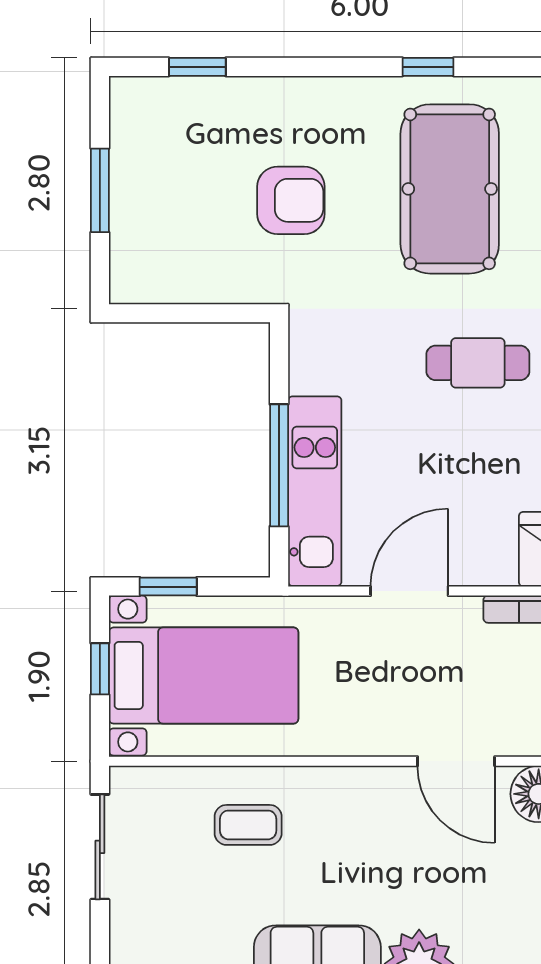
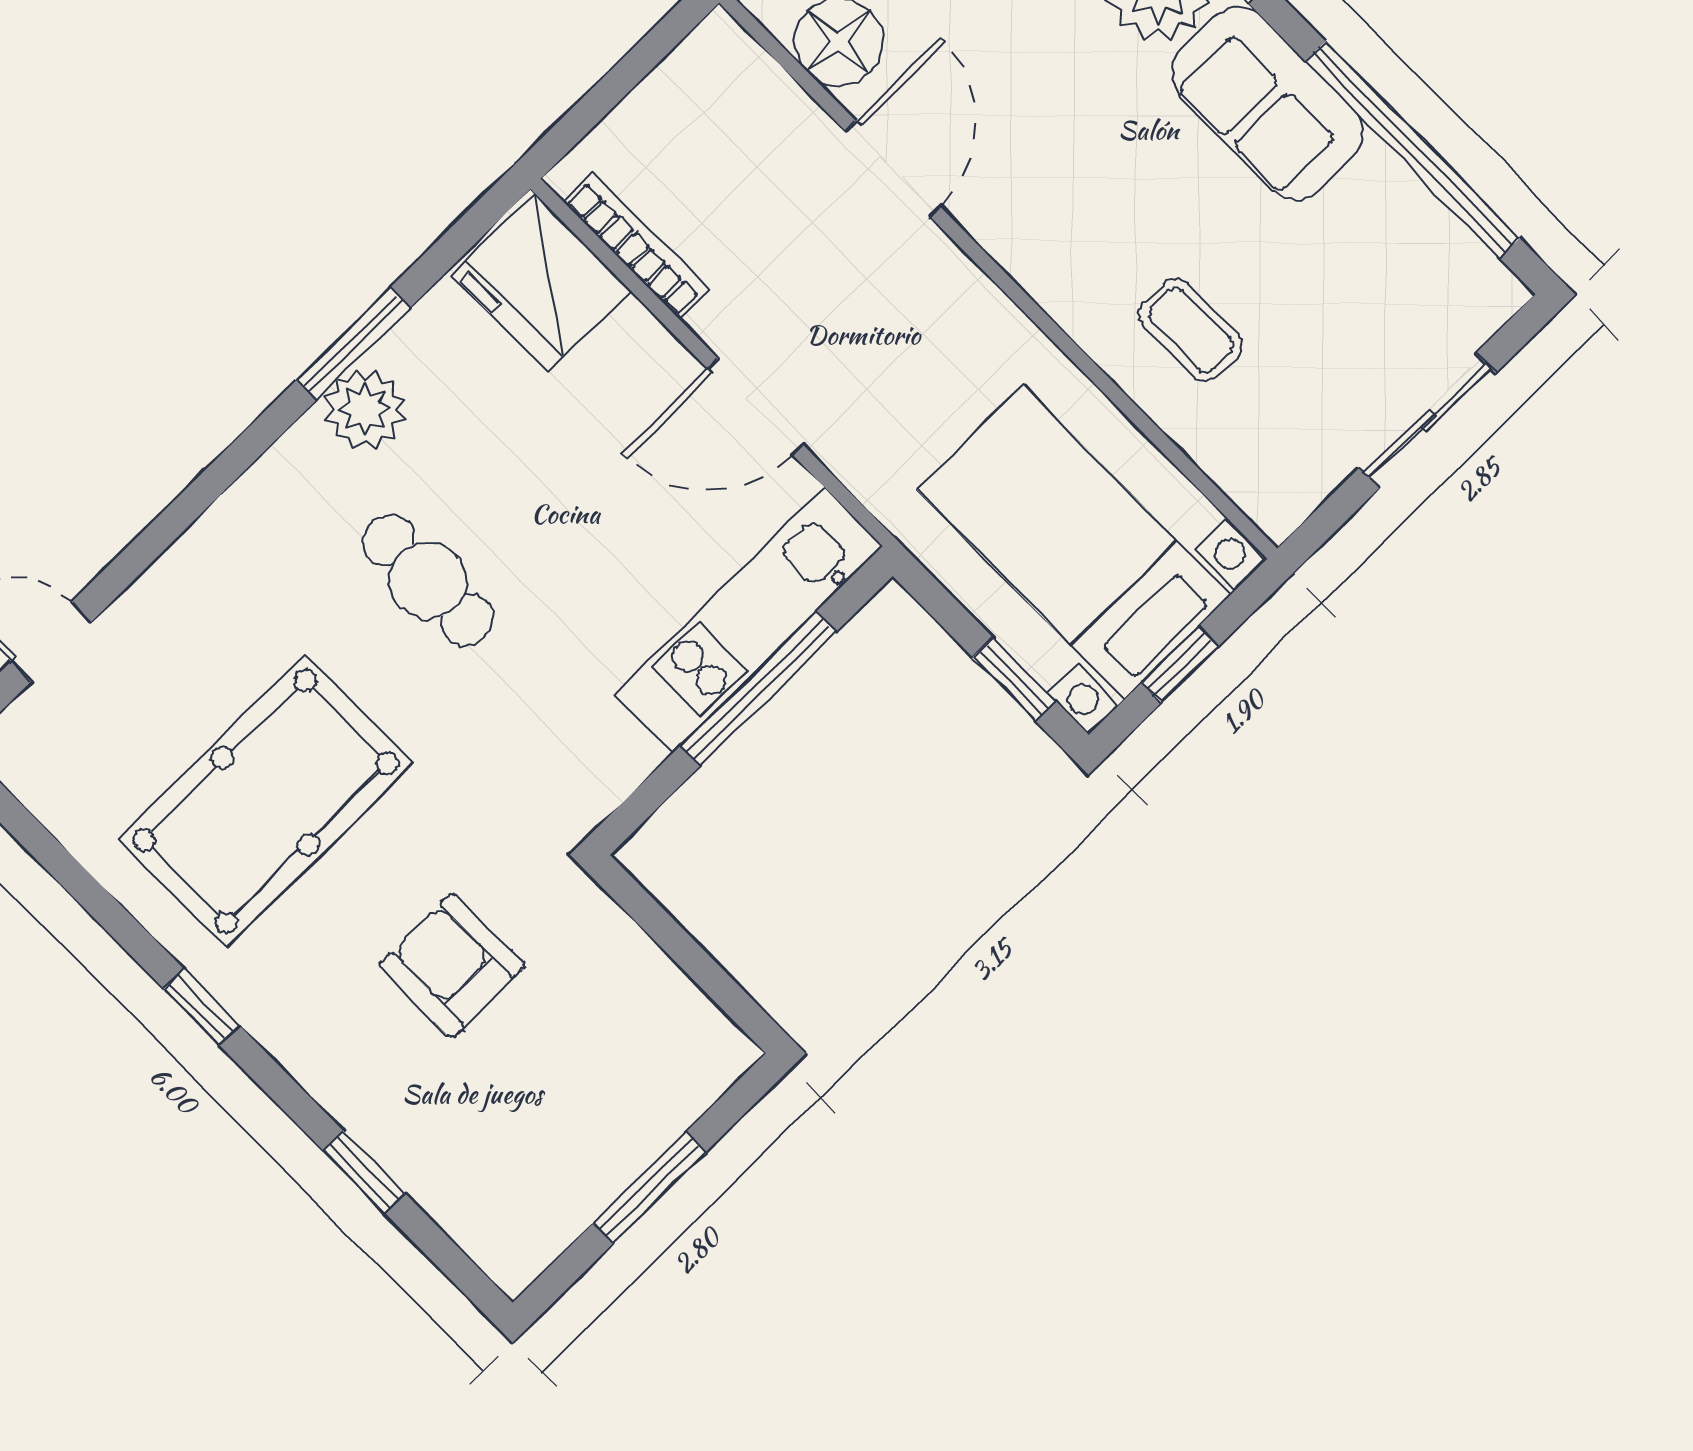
window: (197, 67) -> (364, 1172), moved
window: (428, 67) -> (202, 1007), moved
sliding door: (100, 847) -> (1427, 421), moved

